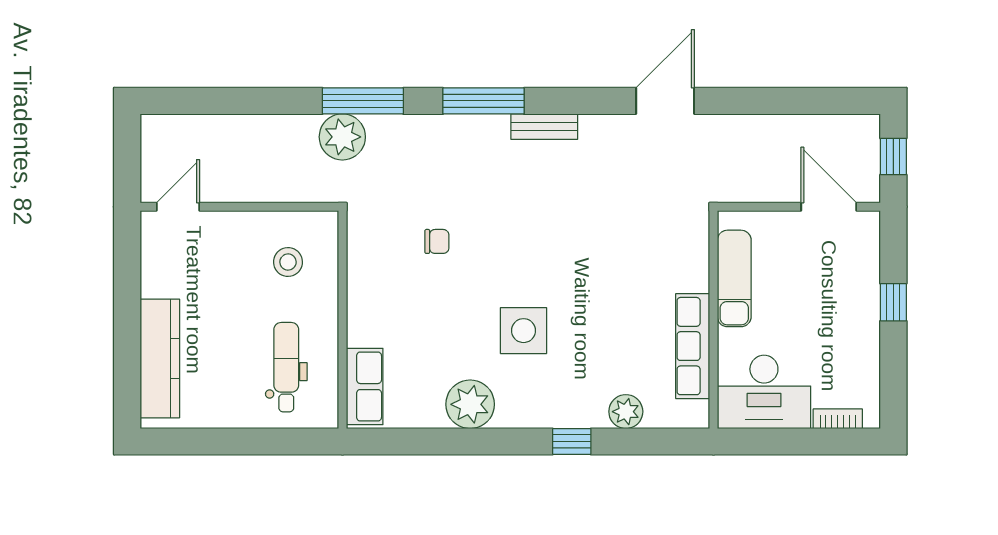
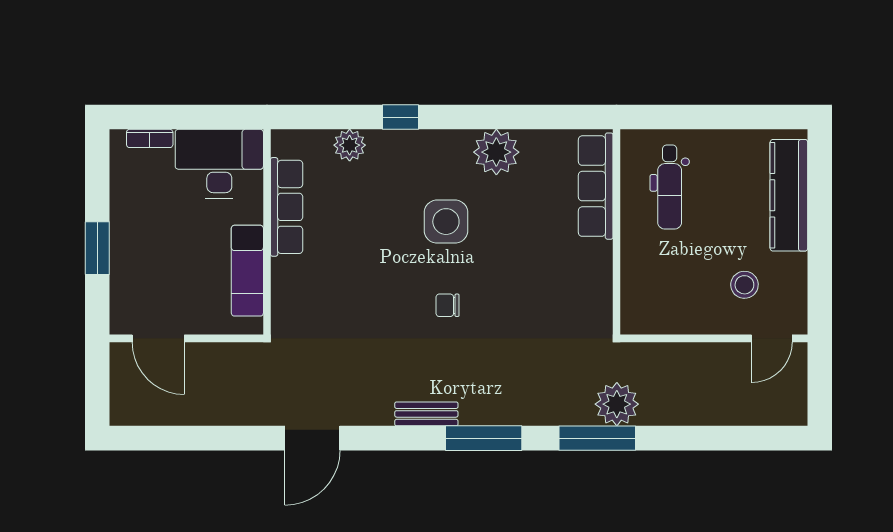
window: (893, 157) -> (97, 386), removed
chair: (437, 241) -> (447, 305), moved
stool: (288, 262) -> (744, 285), moved
window: (893, 302) -> (97, 248), width x1.50
row of seats: (365, 387) -> (596, 186), width x1.48

